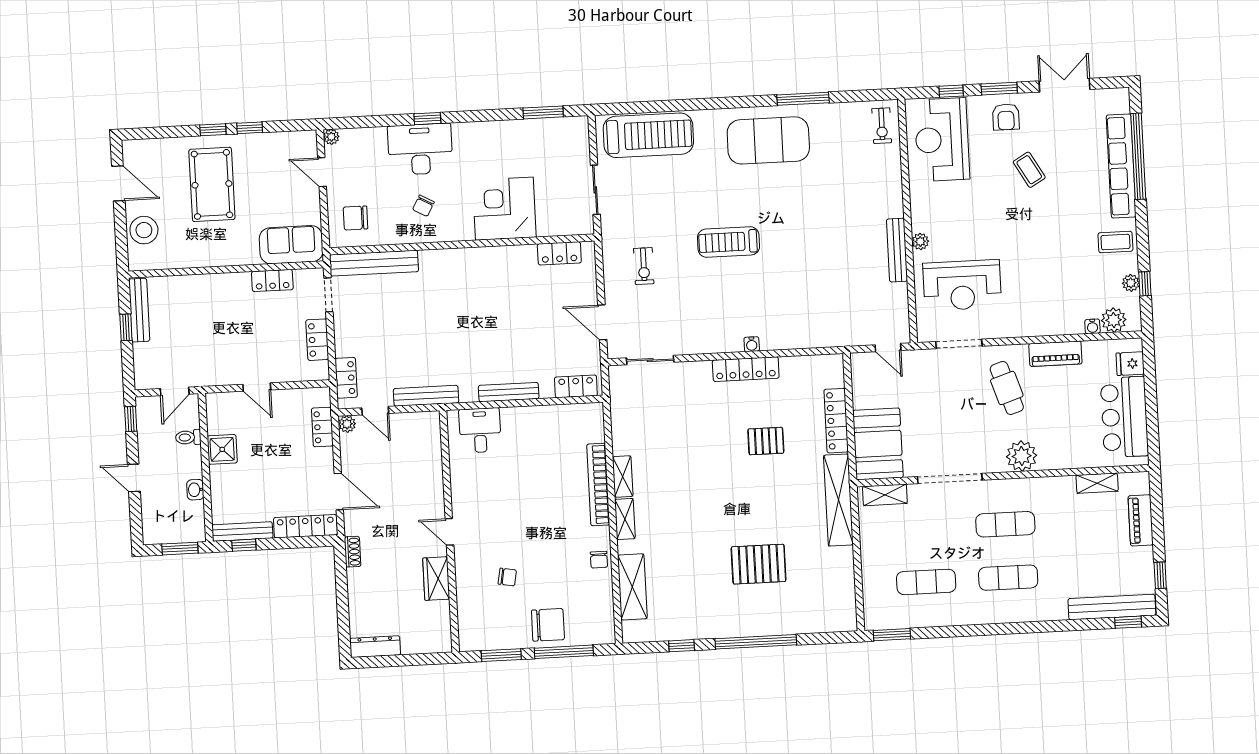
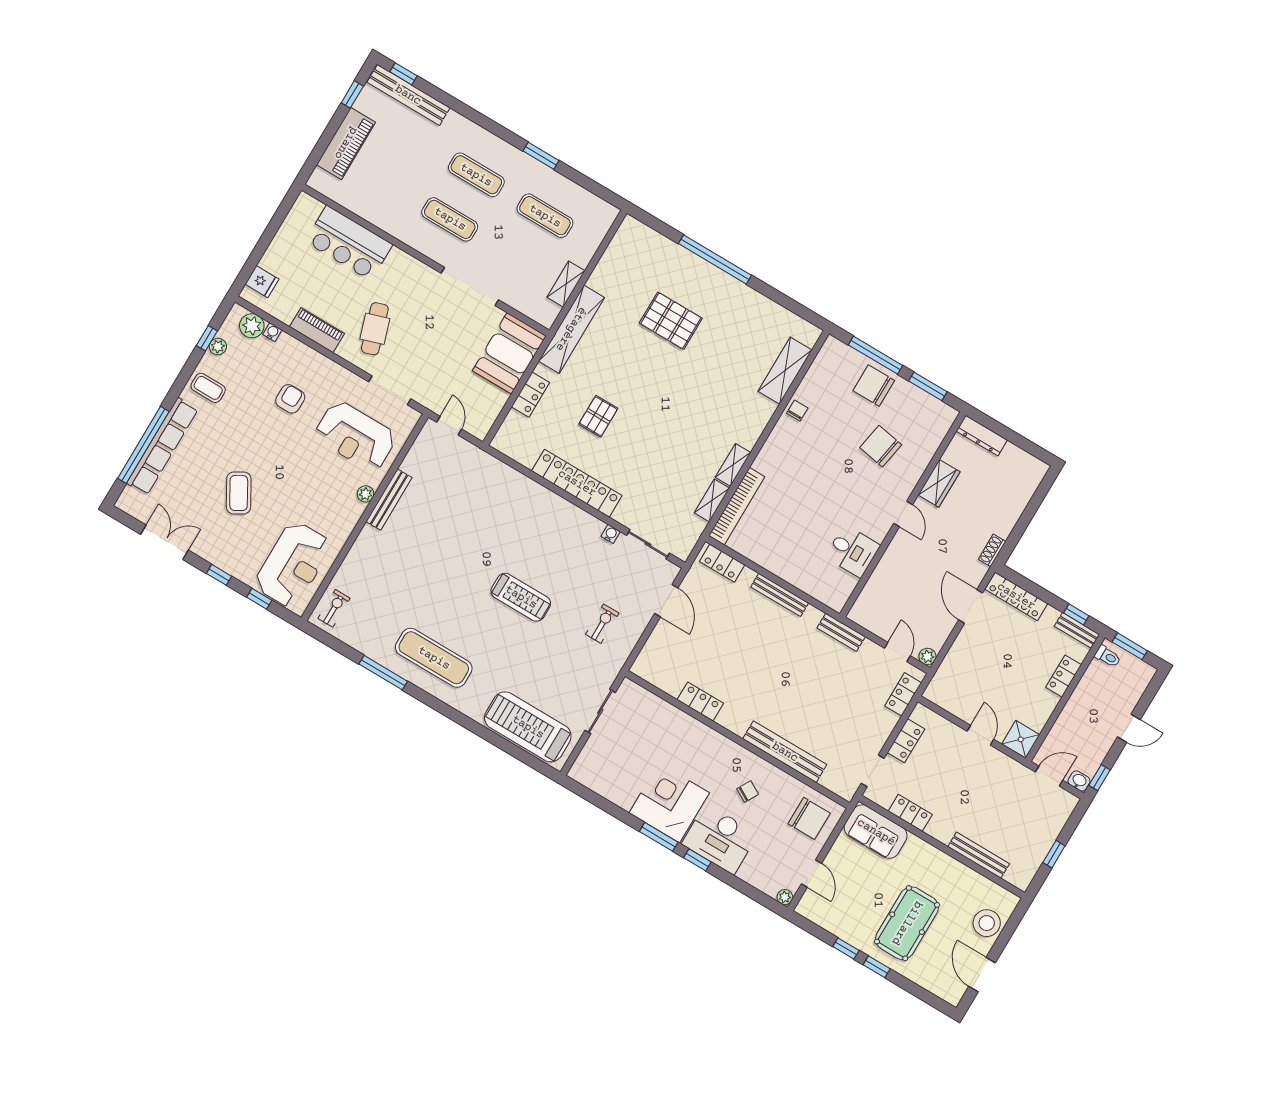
double door: (1064, 85) -> (164, 542), swing flipped
window: (999, 89) -> (219, 575), width x0.67
window: (543, 112) -> (659, 837), moved
armchair: (1006, 117) -> (290, 399), moved
exercise mat: (768, 140) -> (434, 658), width x0.68
coffee table: (1029, 170) -> (239, 493), width x1.36, depth x1.30
corner desk: (504, 209) -> (669, 803), moved, turned 180
chair: (356, 218) -> (809, 818), width x1.37, depth x1.37
locker: (559, 253) -> (700, 701), moved
bench: (374, 263) -> (785, 752), moved
reception desk: (962, 285) -> (355, 436), turned 180
bench: (139, 310) -> (979, 855), moved, turned 90
water cooler: (752, 344) -> (611, 534), moved
locker: (746, 369) -> (577, 483), width x1.41, depth x1.21
bench: (426, 396) -> (841, 632), width x0.73
bar counter: (1124, 417) -> (349, 243), moved, turned 90
locker: (836, 421) -> (530, 395), width x0.66
locker: (322, 427) -> (1064, 676), moved, turned 180
desk: (480, 430) -> (853, 551), moved, turned -90
toilet: (188, 437) -> (1108, 656), moved
pallet: (766, 441) -> (598, 416), turned 90
shower: (222, 449) -> (1021, 739), moved
plant: (1022, 456) -> (400, 266), removed
door: (134, 478) -> (1129, 728), hinge flipped
shelving: (1097, 483) -> (353, 203), removed
bookcase: (598, 485) -> (737, 506), moved
washbasin: (195, 490) -> (1079, 781), moved, turned -90
shelving: (885, 495) -> (566, 284), moved, turned 90
shelving: (625, 519) -> (712, 500), moved
piano: (1141, 520) -> (346, 143), width x1.37, depth x1.33
bench: (242, 531) -> (1077, 630), width x0.73
chair: (507, 577) -> (881, 446), width x1.87, depth x1.87
window: (892, 635) -> (541, 156), moved
window: (682, 646) -> (777, 296), removed
dresser: (375, 647) -> (982, 436), moved

